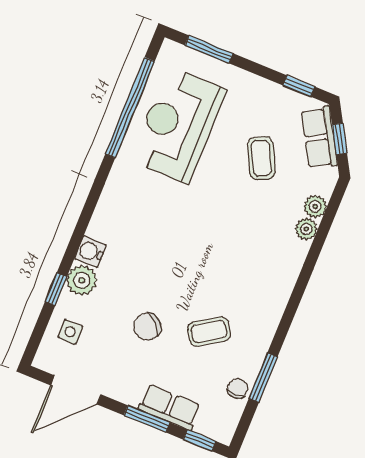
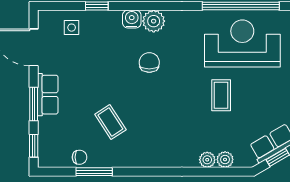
coffee table: (261, 158) -> (221, 95), moved, turned -63
plant: (82, 280) -> (154, 21), moved
chair: (147, 327) -> (149, 63), moved, turned 45
row of seats: (169, 407) -> (48, 95), moved

